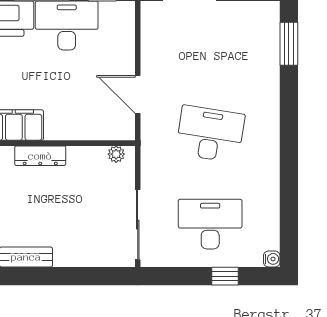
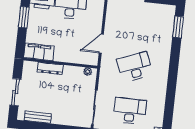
door: (138, 94) -> (101, 44), hinge flipped
desk: (210, 134) -> (135, 67), turned -30

